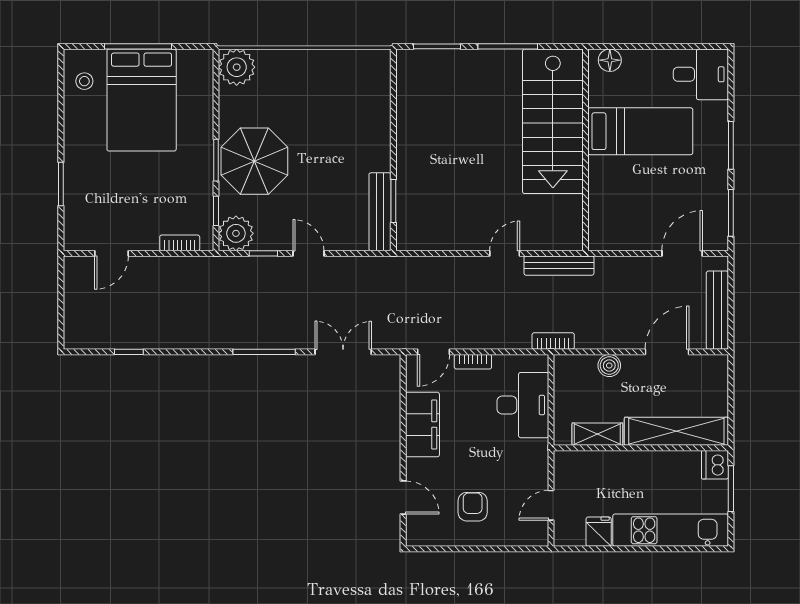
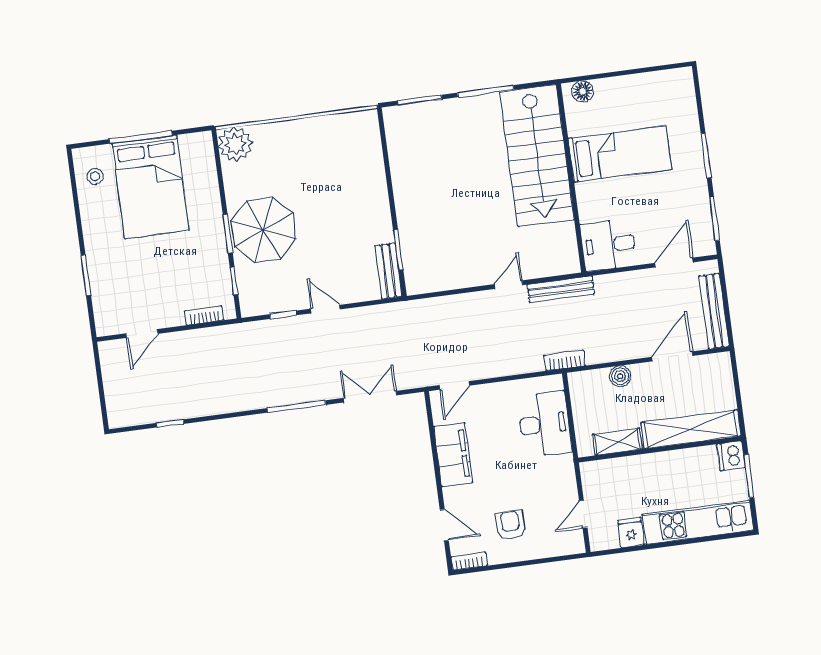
desk: (701, 74) -> (608, 245), moved, turned 180
bench: (380, 212) -> (388, 271), width x0.73
plant: (236, 233) -> (255, 299), removed
bookcase: (473, 362) -> (469, 561), moved, turned 180

